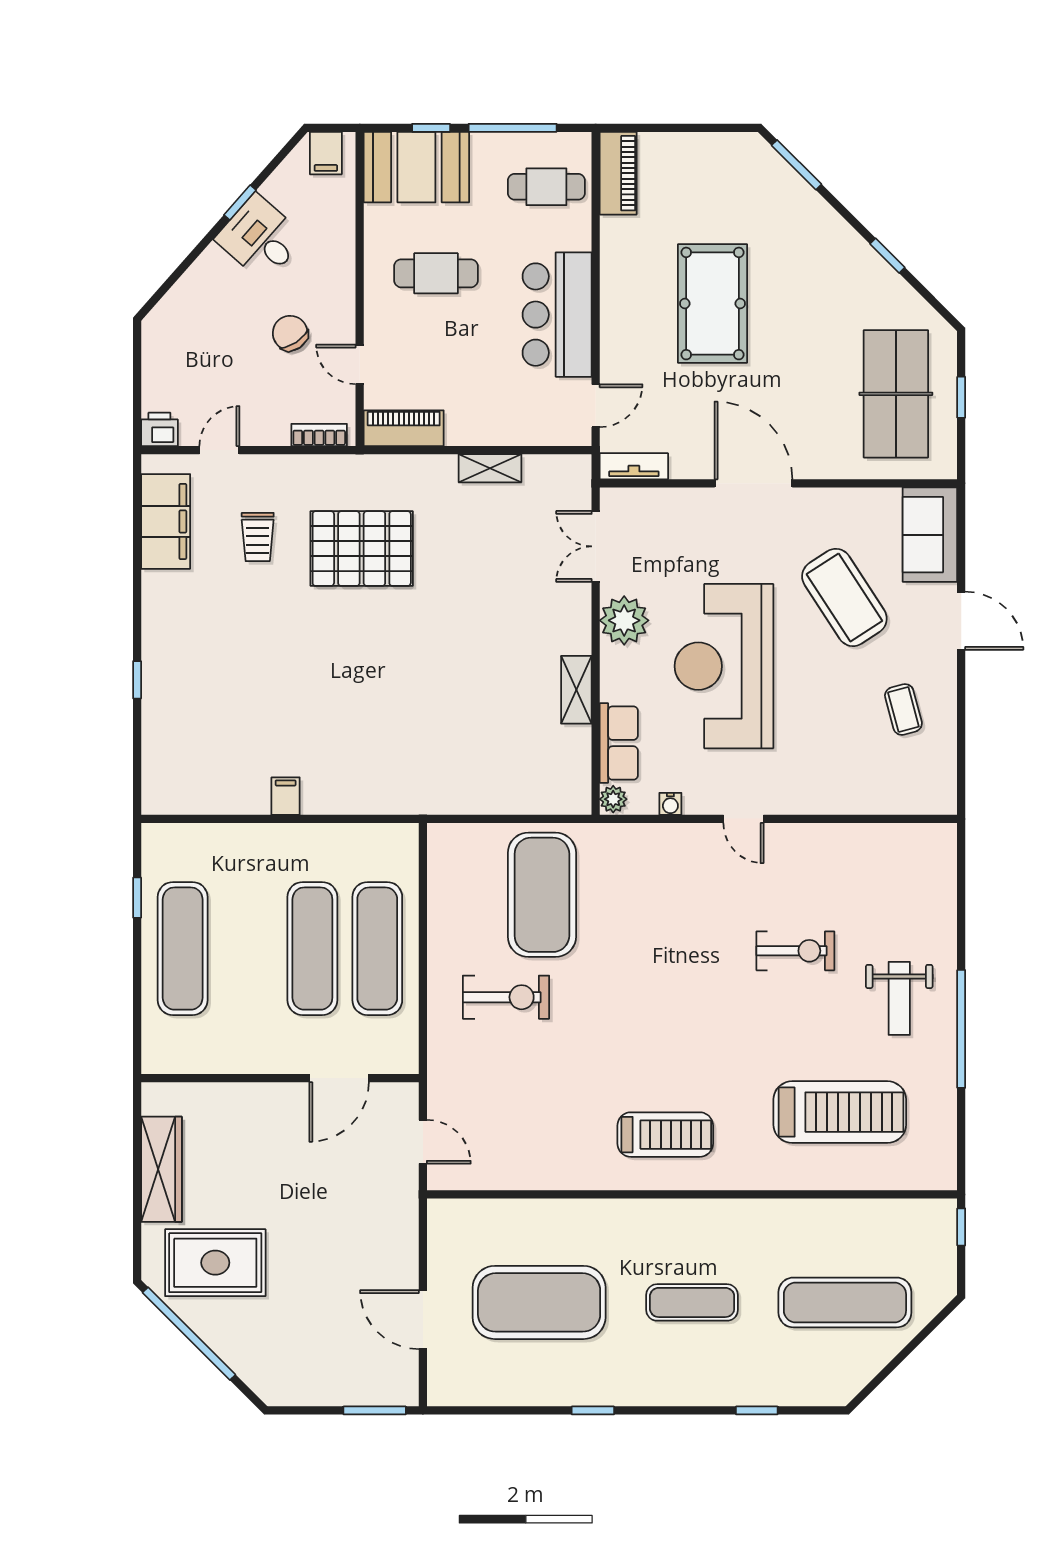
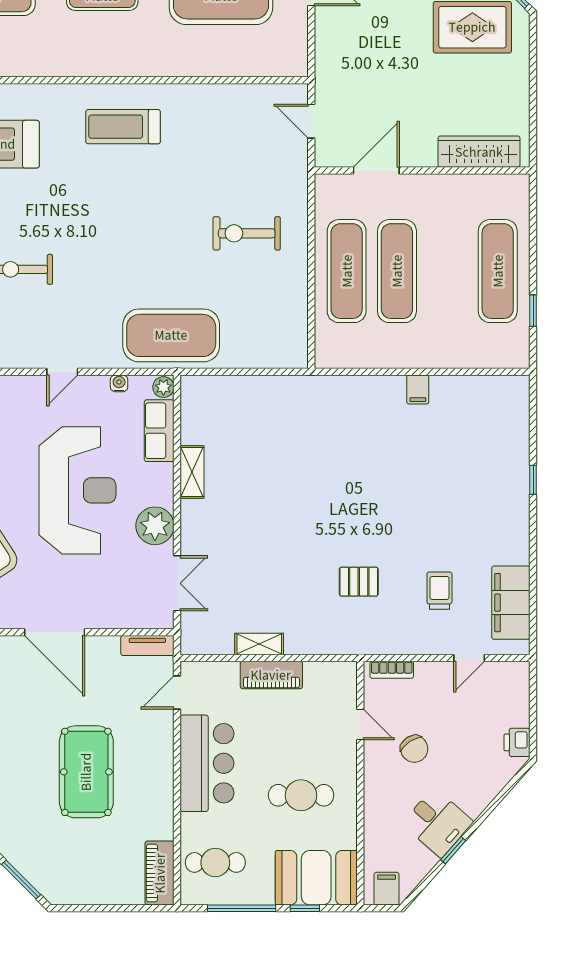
piano: (404, 428) -> (271, 675), moved
printer: (159, 429) -> (517, 742), moved, turned 90
pallet: (362, 549) -> (359, 582), width x0.49, depth x0.50
door: (743, 819) -> (62, 372), swing flipped
exercise mat: (542, 895) -> (171, 335), moved, turned 90
wardrobe: (161, 1169) -> (479, 152), moved, turned 90

